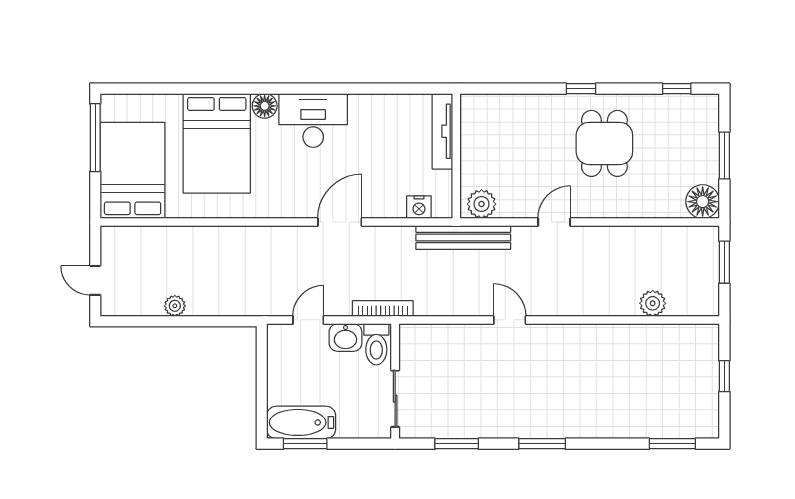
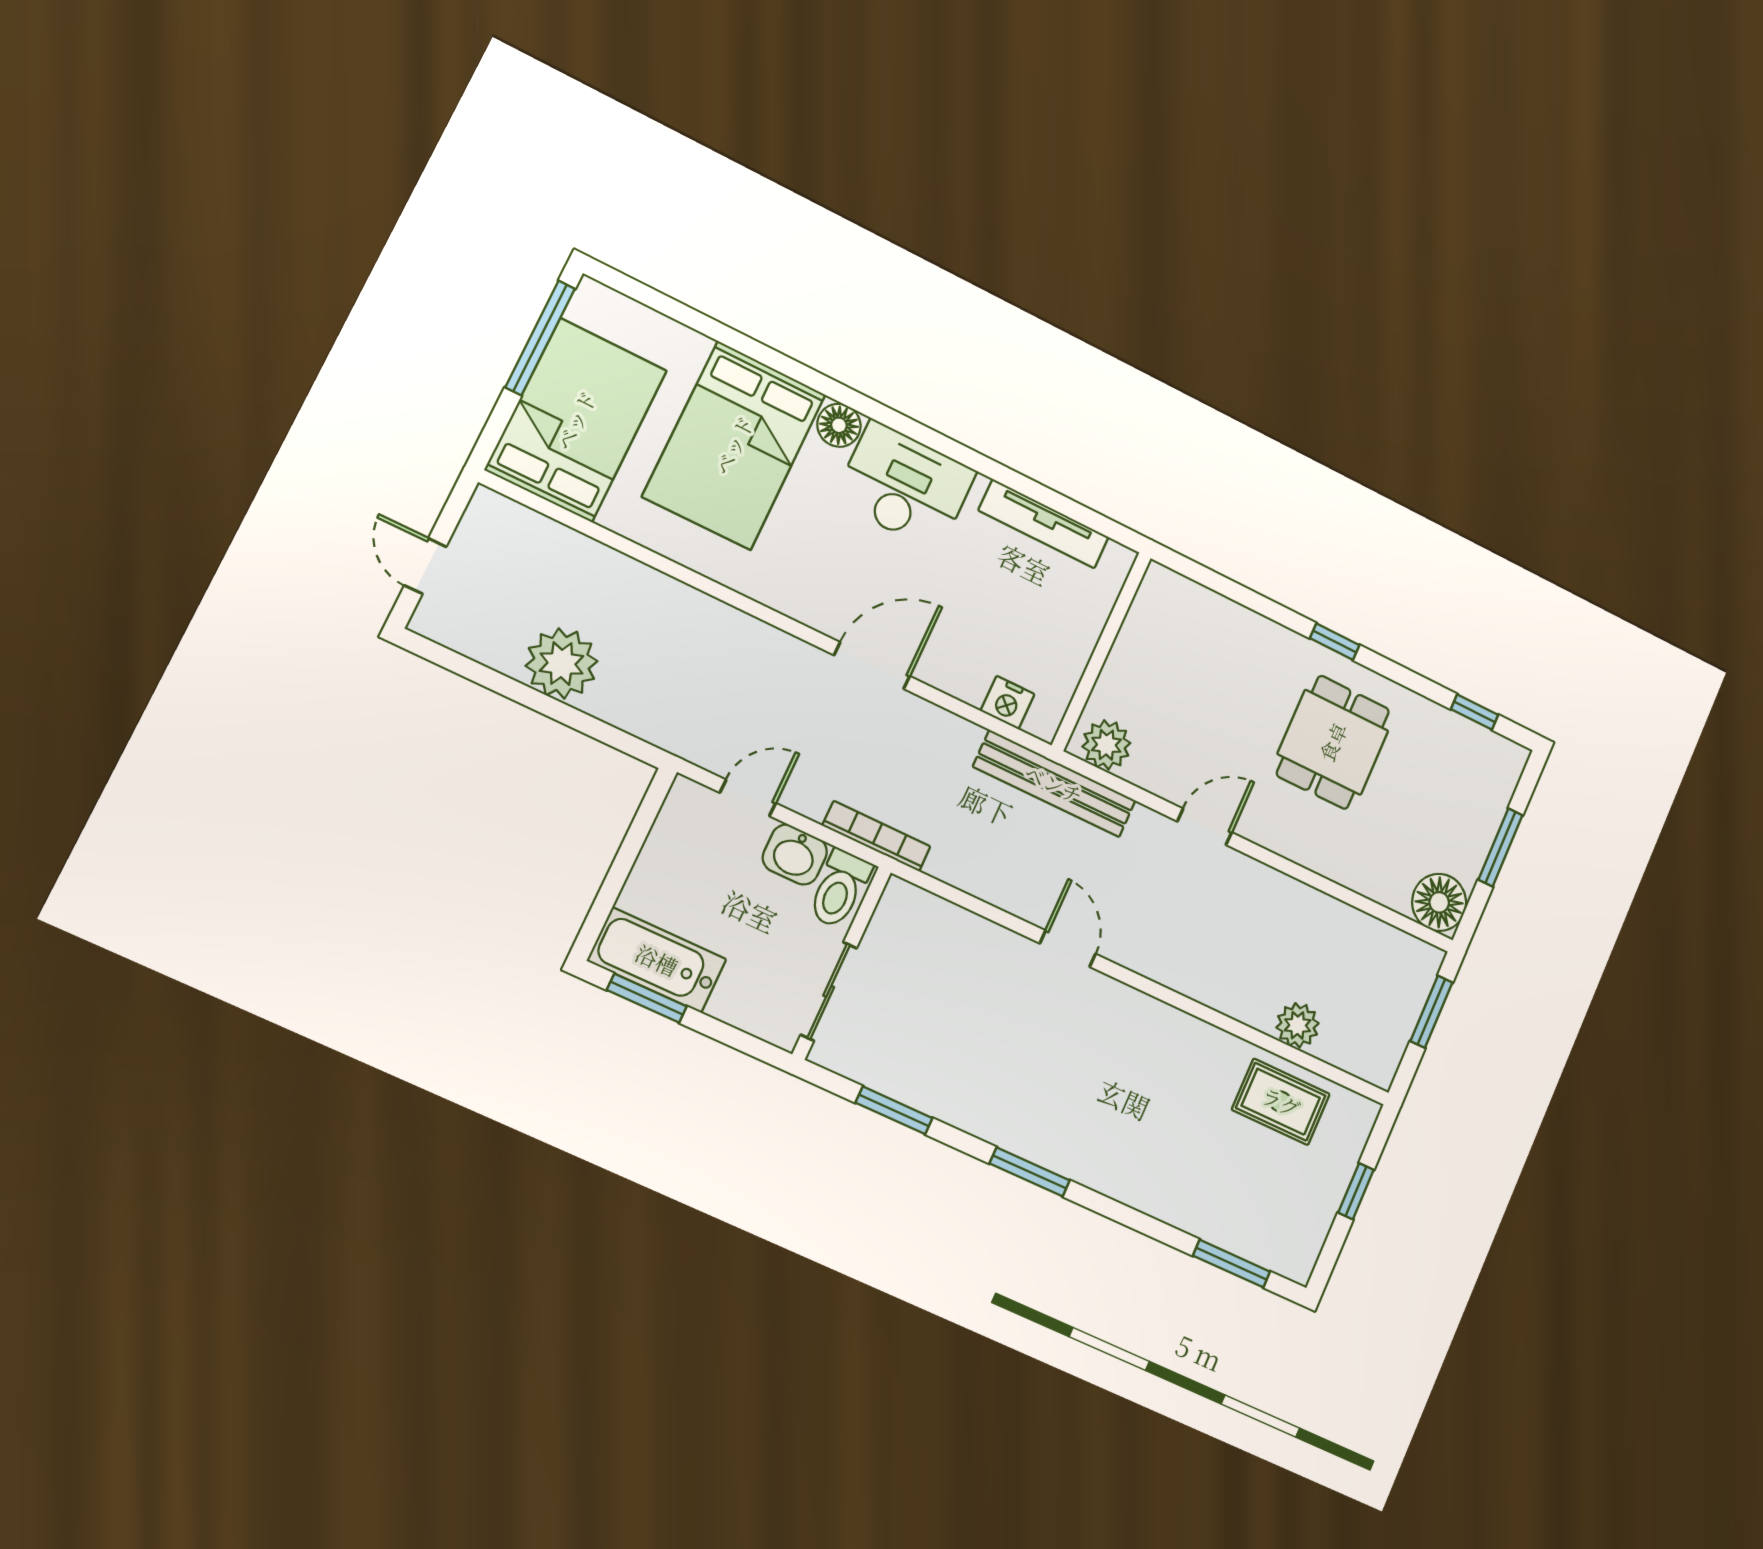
tv unit: (442, 131) -> (1044, 524), moved, turned -90
plant: (175, 306) -> (561, 663), width x1.88, depth x1.88
rug: (661, 348) -> (1281, 1102), added

